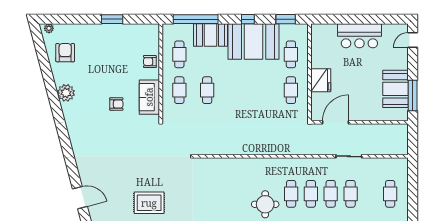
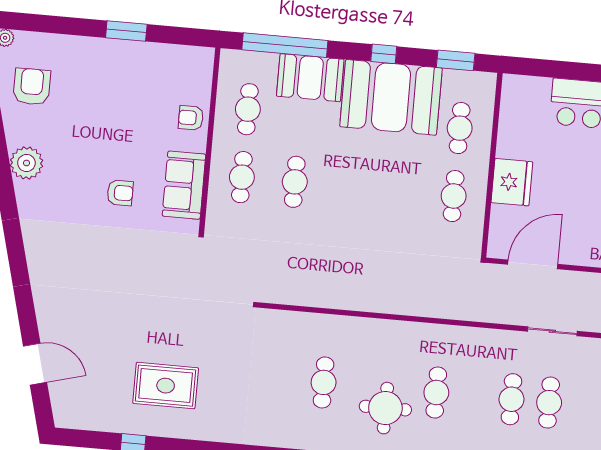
cafe table: (311, 194) -> (324, 382), moved

